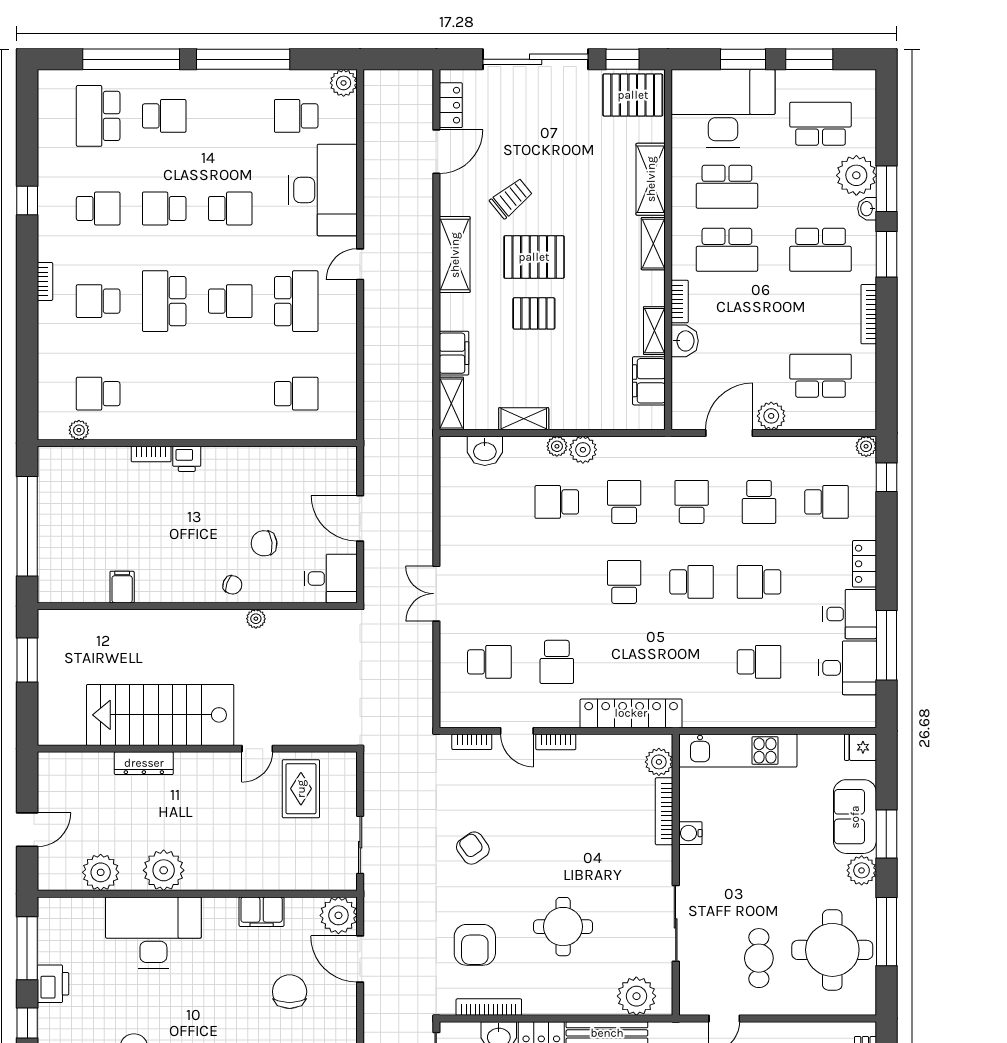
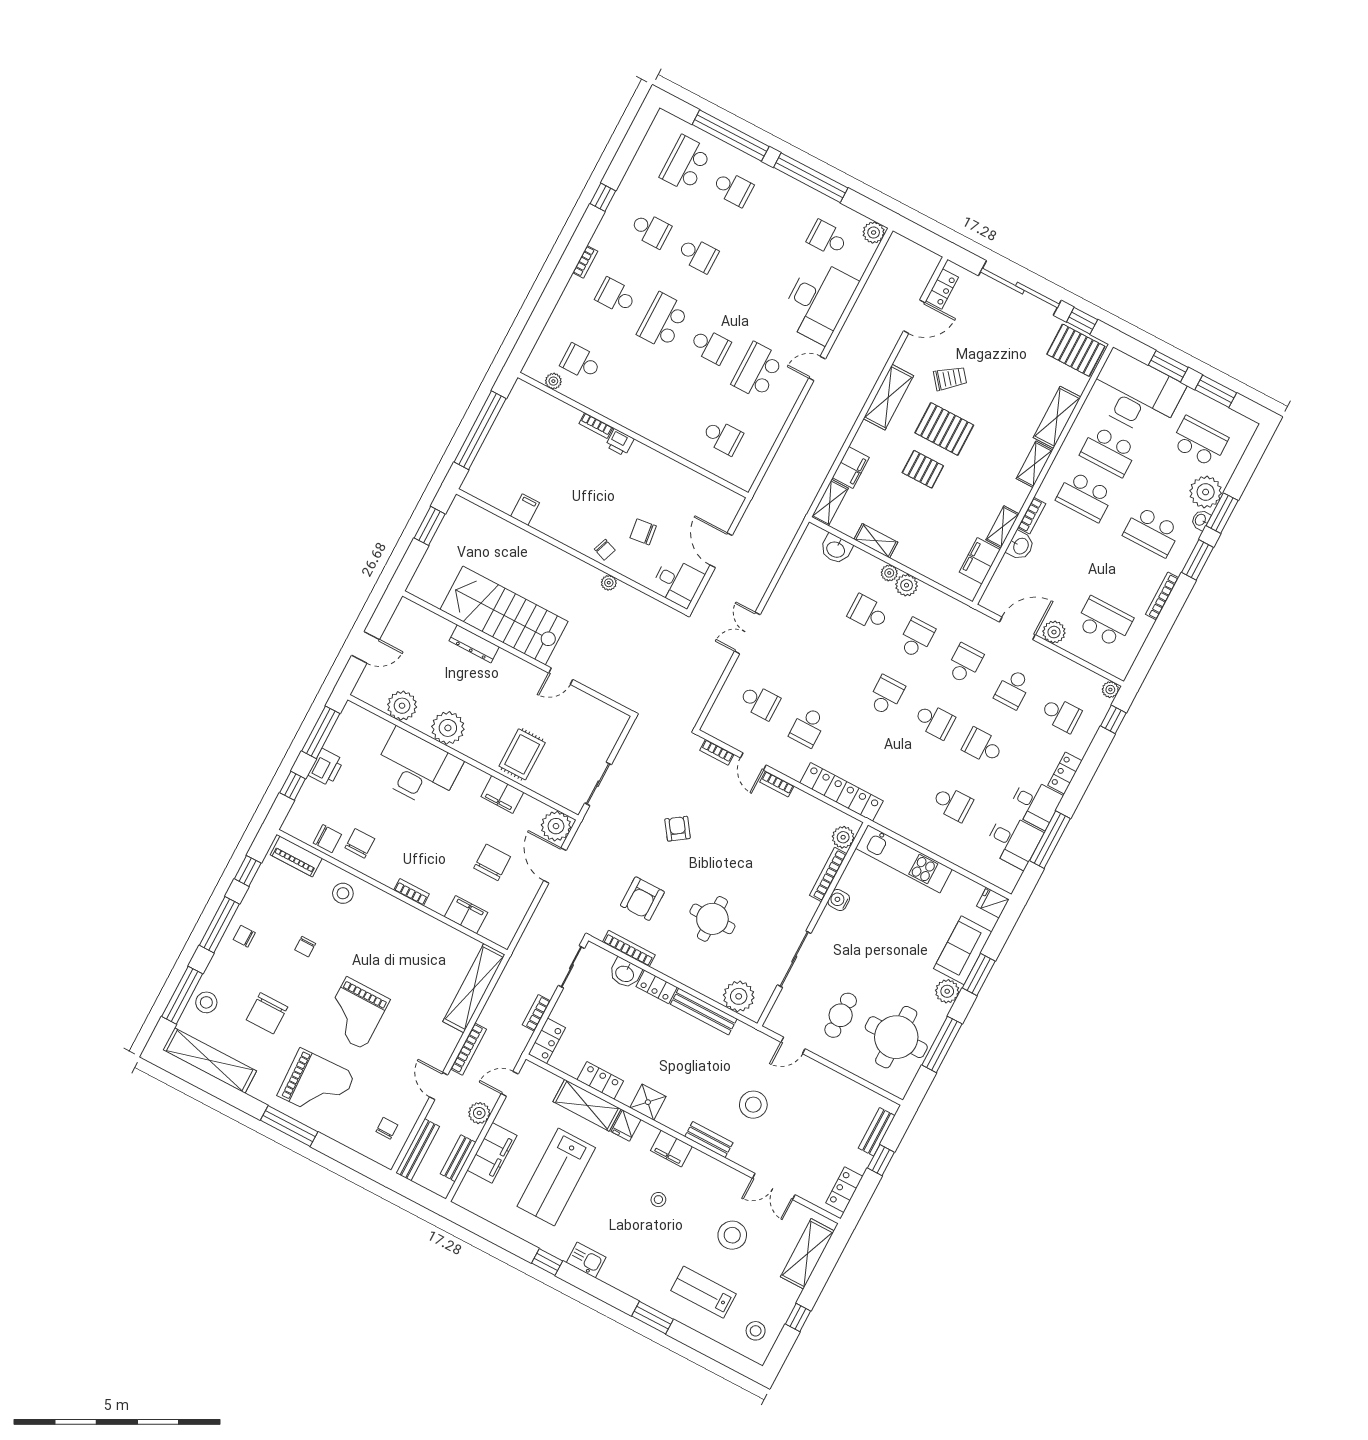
school desk: (164, 209) -> (698, 255), turned 180
school desk: (230, 209) -> (745, 280), removed
school desk: (296, 301) -> (757, 371), turned 180
rug: (301, 789) -> (522, 754), moved

